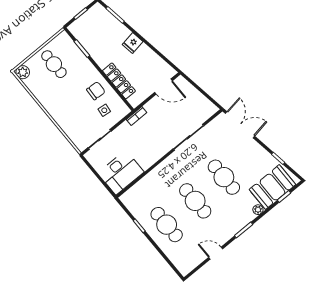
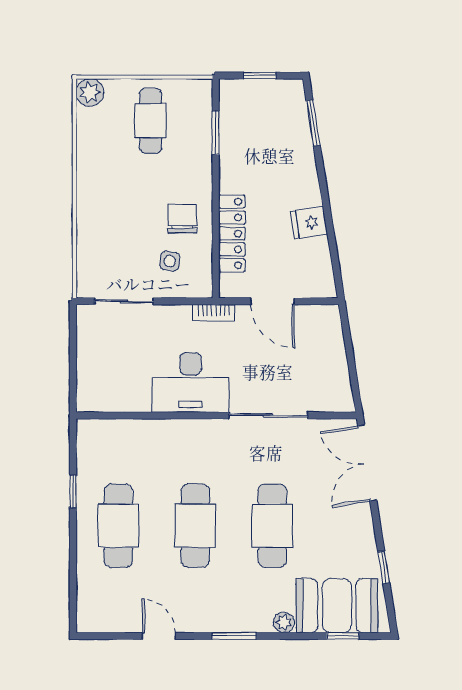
fridge: (133, 43) -> (309, 223), moved
door: (163, 87) -> (273, 301), moved
chair: (96, 91) -> (182, 219), turned -93
double door: (240, 125) -> (367, 463), swing flipped
desk: (121, 173) -> (190, 382), moved

